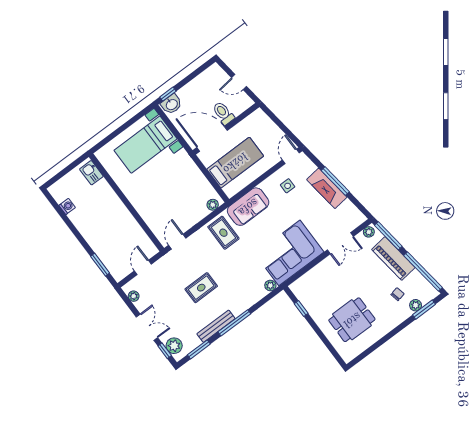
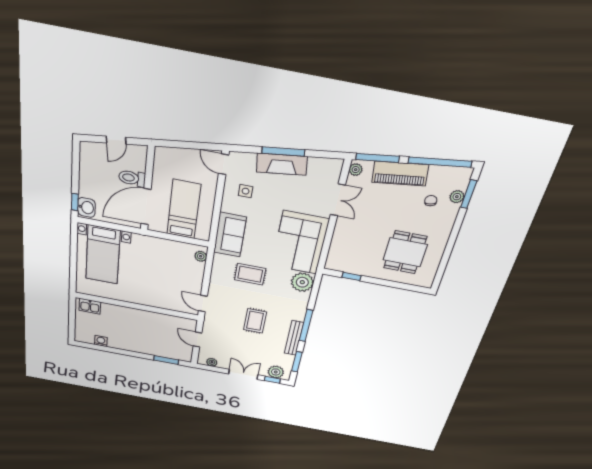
rug: (223, 233) -> (250, 274), moved
plant: (270, 286) -> (302, 282), width x1.88, depth x1.88

